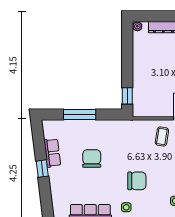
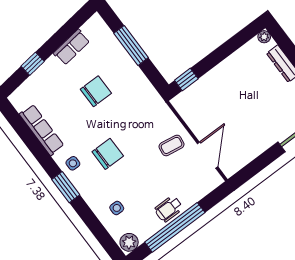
window: (42, 169) -> (33, 64), moved
chair: (137, 181) -> (108, 154), turned -90

